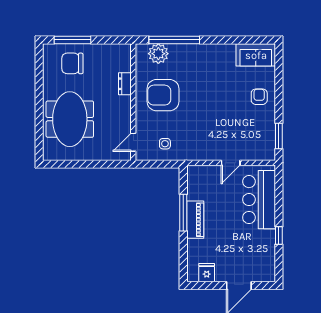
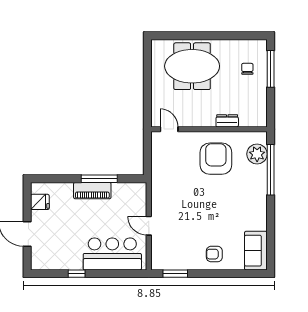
chair: (72, 63) -> (247, 69), width x0.54, depth x0.54
armchair: (259, 97) -> (214, 254), turned 180
side table: (165, 144) -> (168, 161), removed

